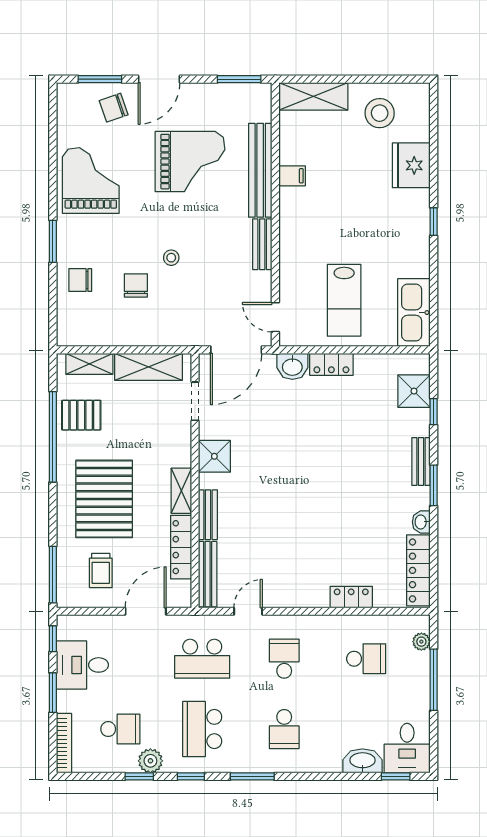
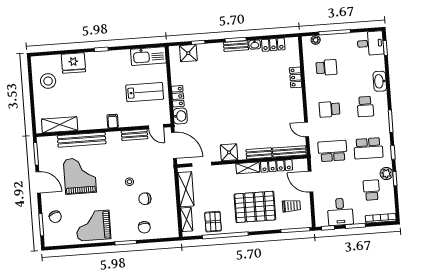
door: (159, 79) -> (38, 182), moved
shelving: (313, 96) -> (60, 125), moved, turned 90
filing cabinet: (292, 176) -> (113, 121), moved
bench: (262, 244) -> (134, 135), moved
door: (275, 317) -> (156, 127), hinge flipped
bench: (421, 461) -> (236, 46), moved
locker: (418, 570) -> (273, 45), width x0.66
school desk: (202, 659) -> (333, 151), turned -90
school desk: (366, 659) -> (326, 67), turned 90
school desk: (284, 729) -> (365, 107), turned 90
washbasin: (362, 761) -> (380, 81), moved

